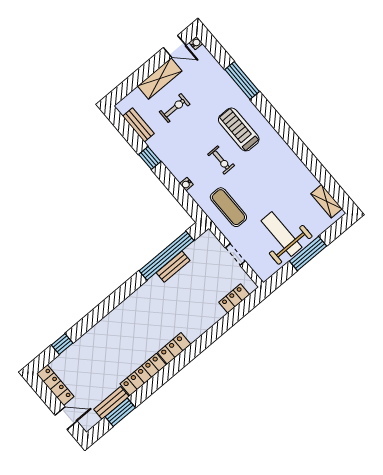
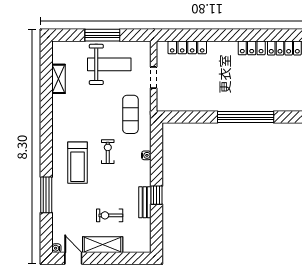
bench: (138, 125) -> (145, 202), moved
shelving: (326, 201) -> (58, 79), moved
weight bench: (282, 234) -> (109, 64), turned -90
window: (167, 256) -> (246, 117), moved
bench: (173, 267) -> (204, 106), removed
locker: (234, 298) -> (187, 47), width x1.53

